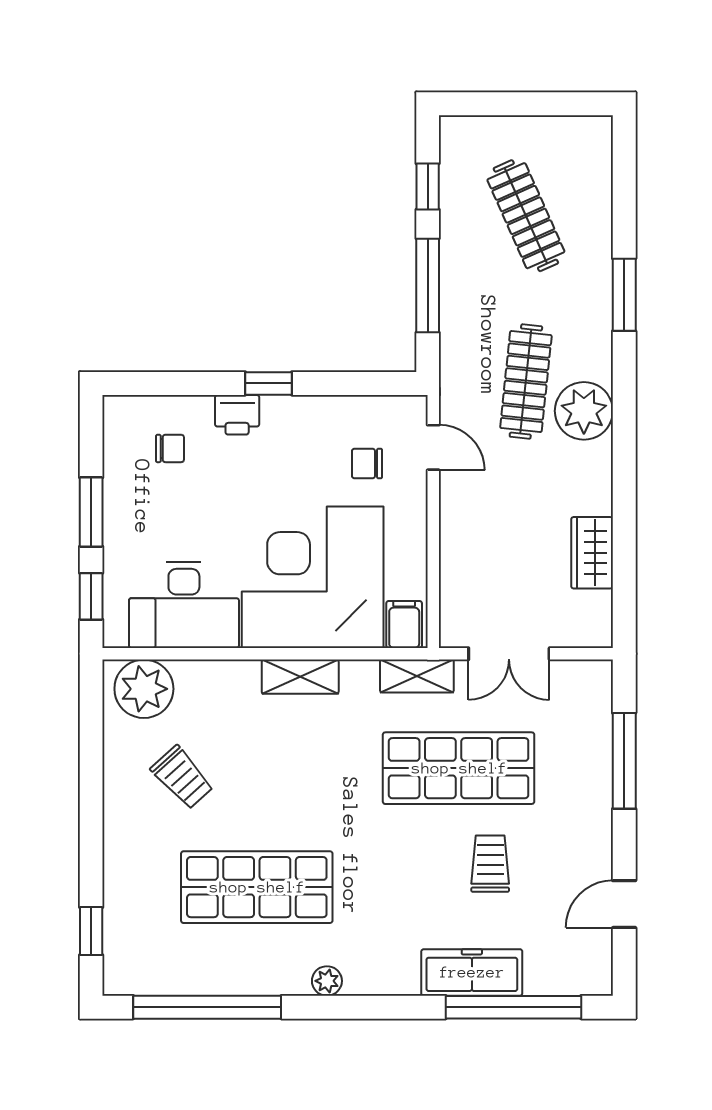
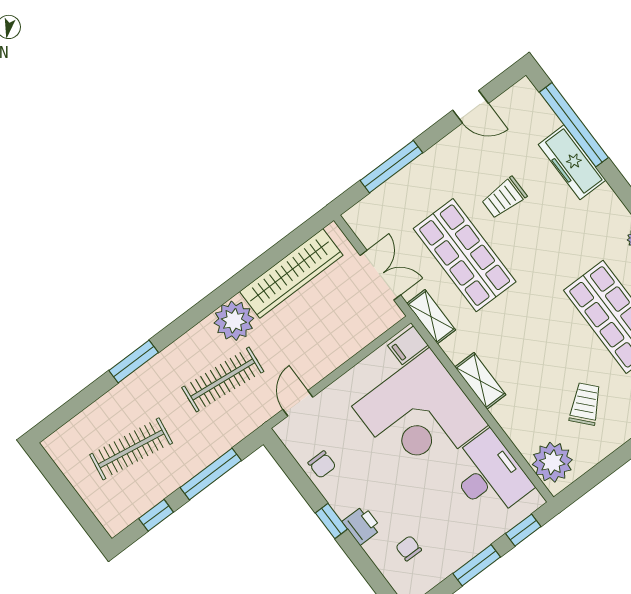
clothes rail: (526, 216) -> (131, 449), turned 33
plant: (584, 411) -> (234, 321), moved
chair: (367, 464) -> (322, 465), moved
wardrobe: (592, 553) -> (291, 273), width x2.10, depth x1.17

